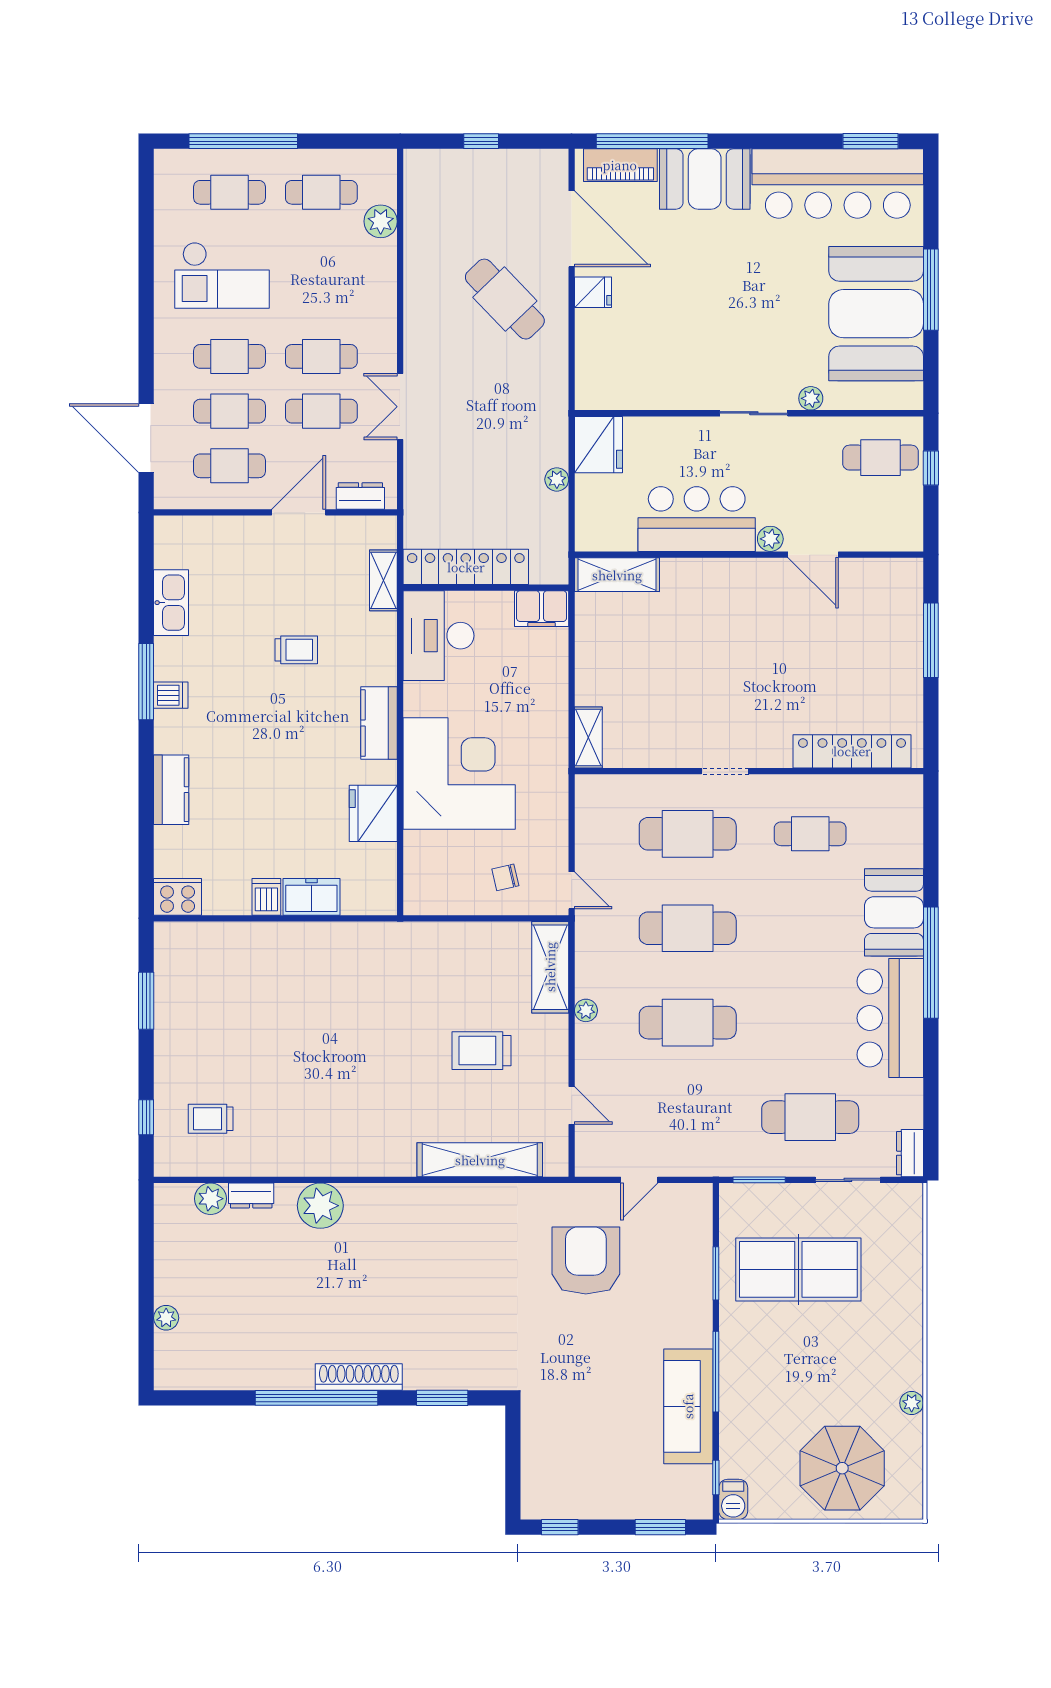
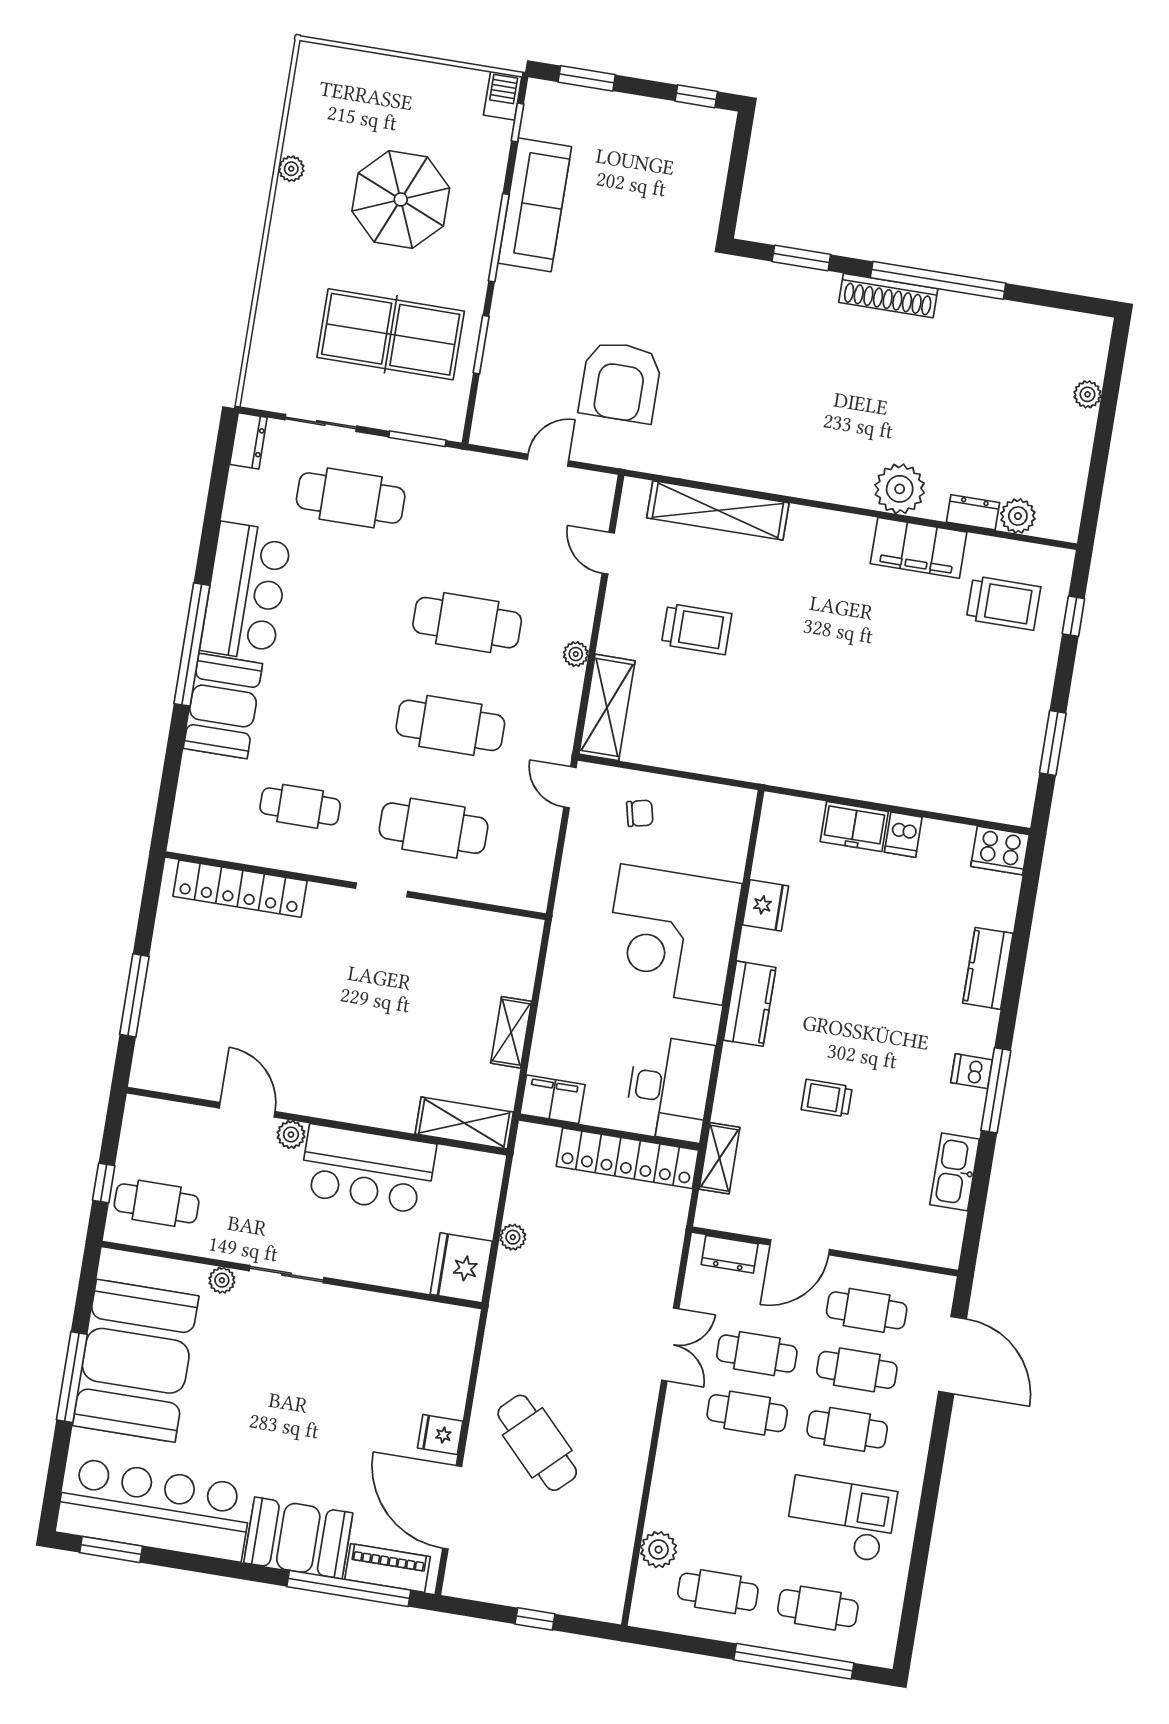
shelving: (588, 737) -> (511, 1032), moved
fridge: (373, 813) -> (766, 905), width x0.73, depth x0.75
trolley: (211, 1119) -> (1004, 603), width x1.36, depth x1.39
filing cabinet: (295, 1156) -> (919, 548), added
parasol: (842, 1468) -> (401, 199), moved

